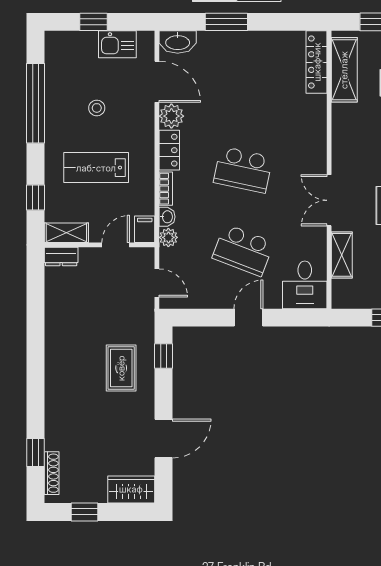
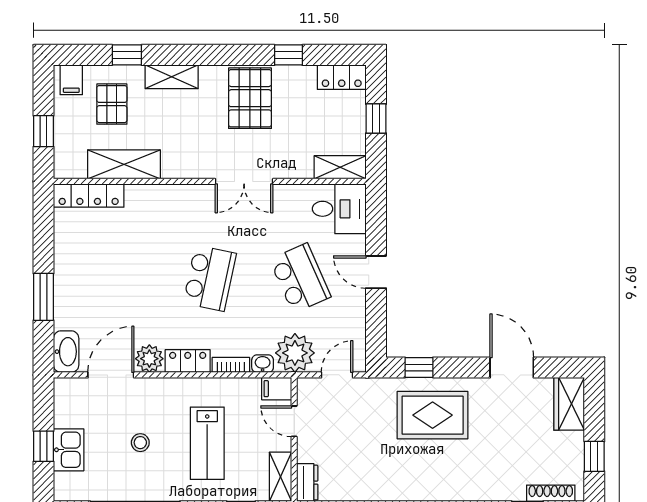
kitchen sink: (117, 44) -> (69, 450), moved
shelving: (344, 70) -> (124, 164), moved
plant: (168, 237) -> (295, 353), width x1.87, depth x1.87
school desk: (243, 250) -> (300, 278), turned -45
shelving: (342, 255) -> (340, 167), moved
rug: (121, 368) -> (433, 415), width x1.36, depth x1.43

